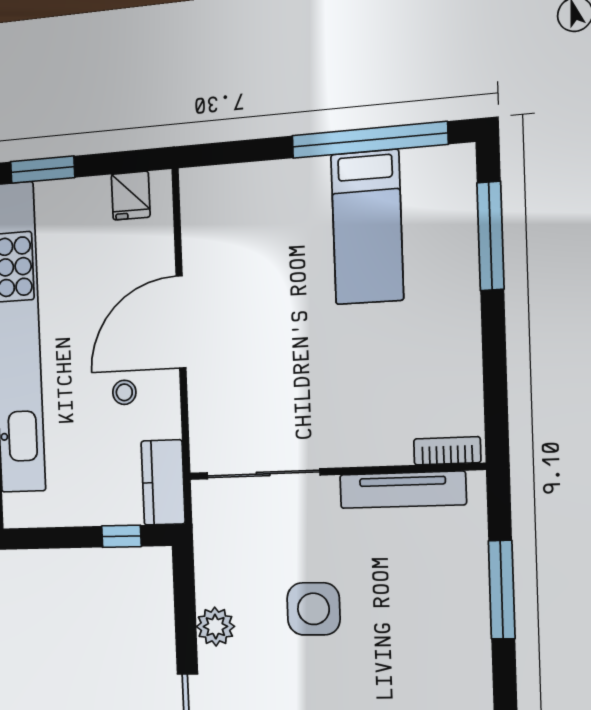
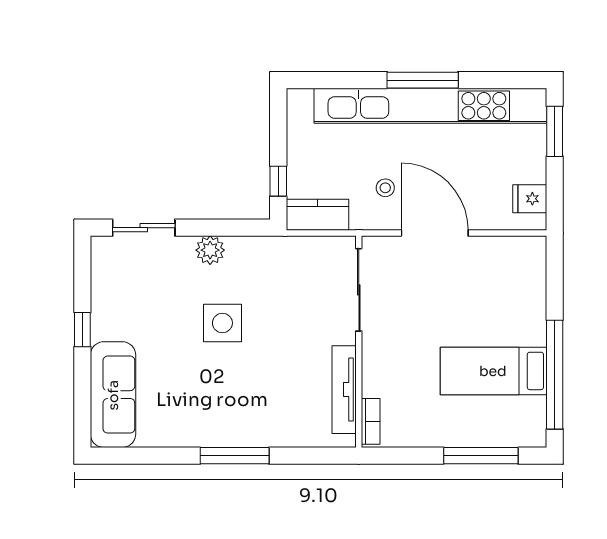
bookcase: (447, 451) -> (371, 421), moved
wall: (334, 471) -> (359, 342), moved
sliding door: (263, 474) -> (359, 290), moved
tv unit: (403, 490) -> (344, 390), moved

